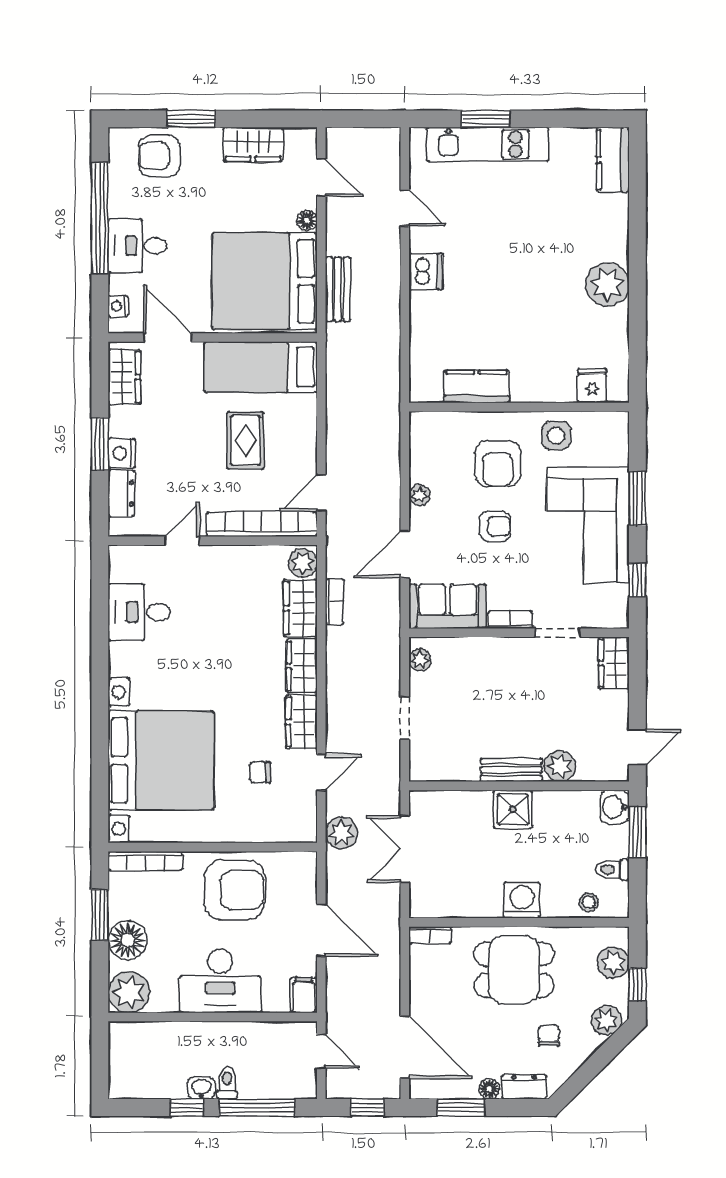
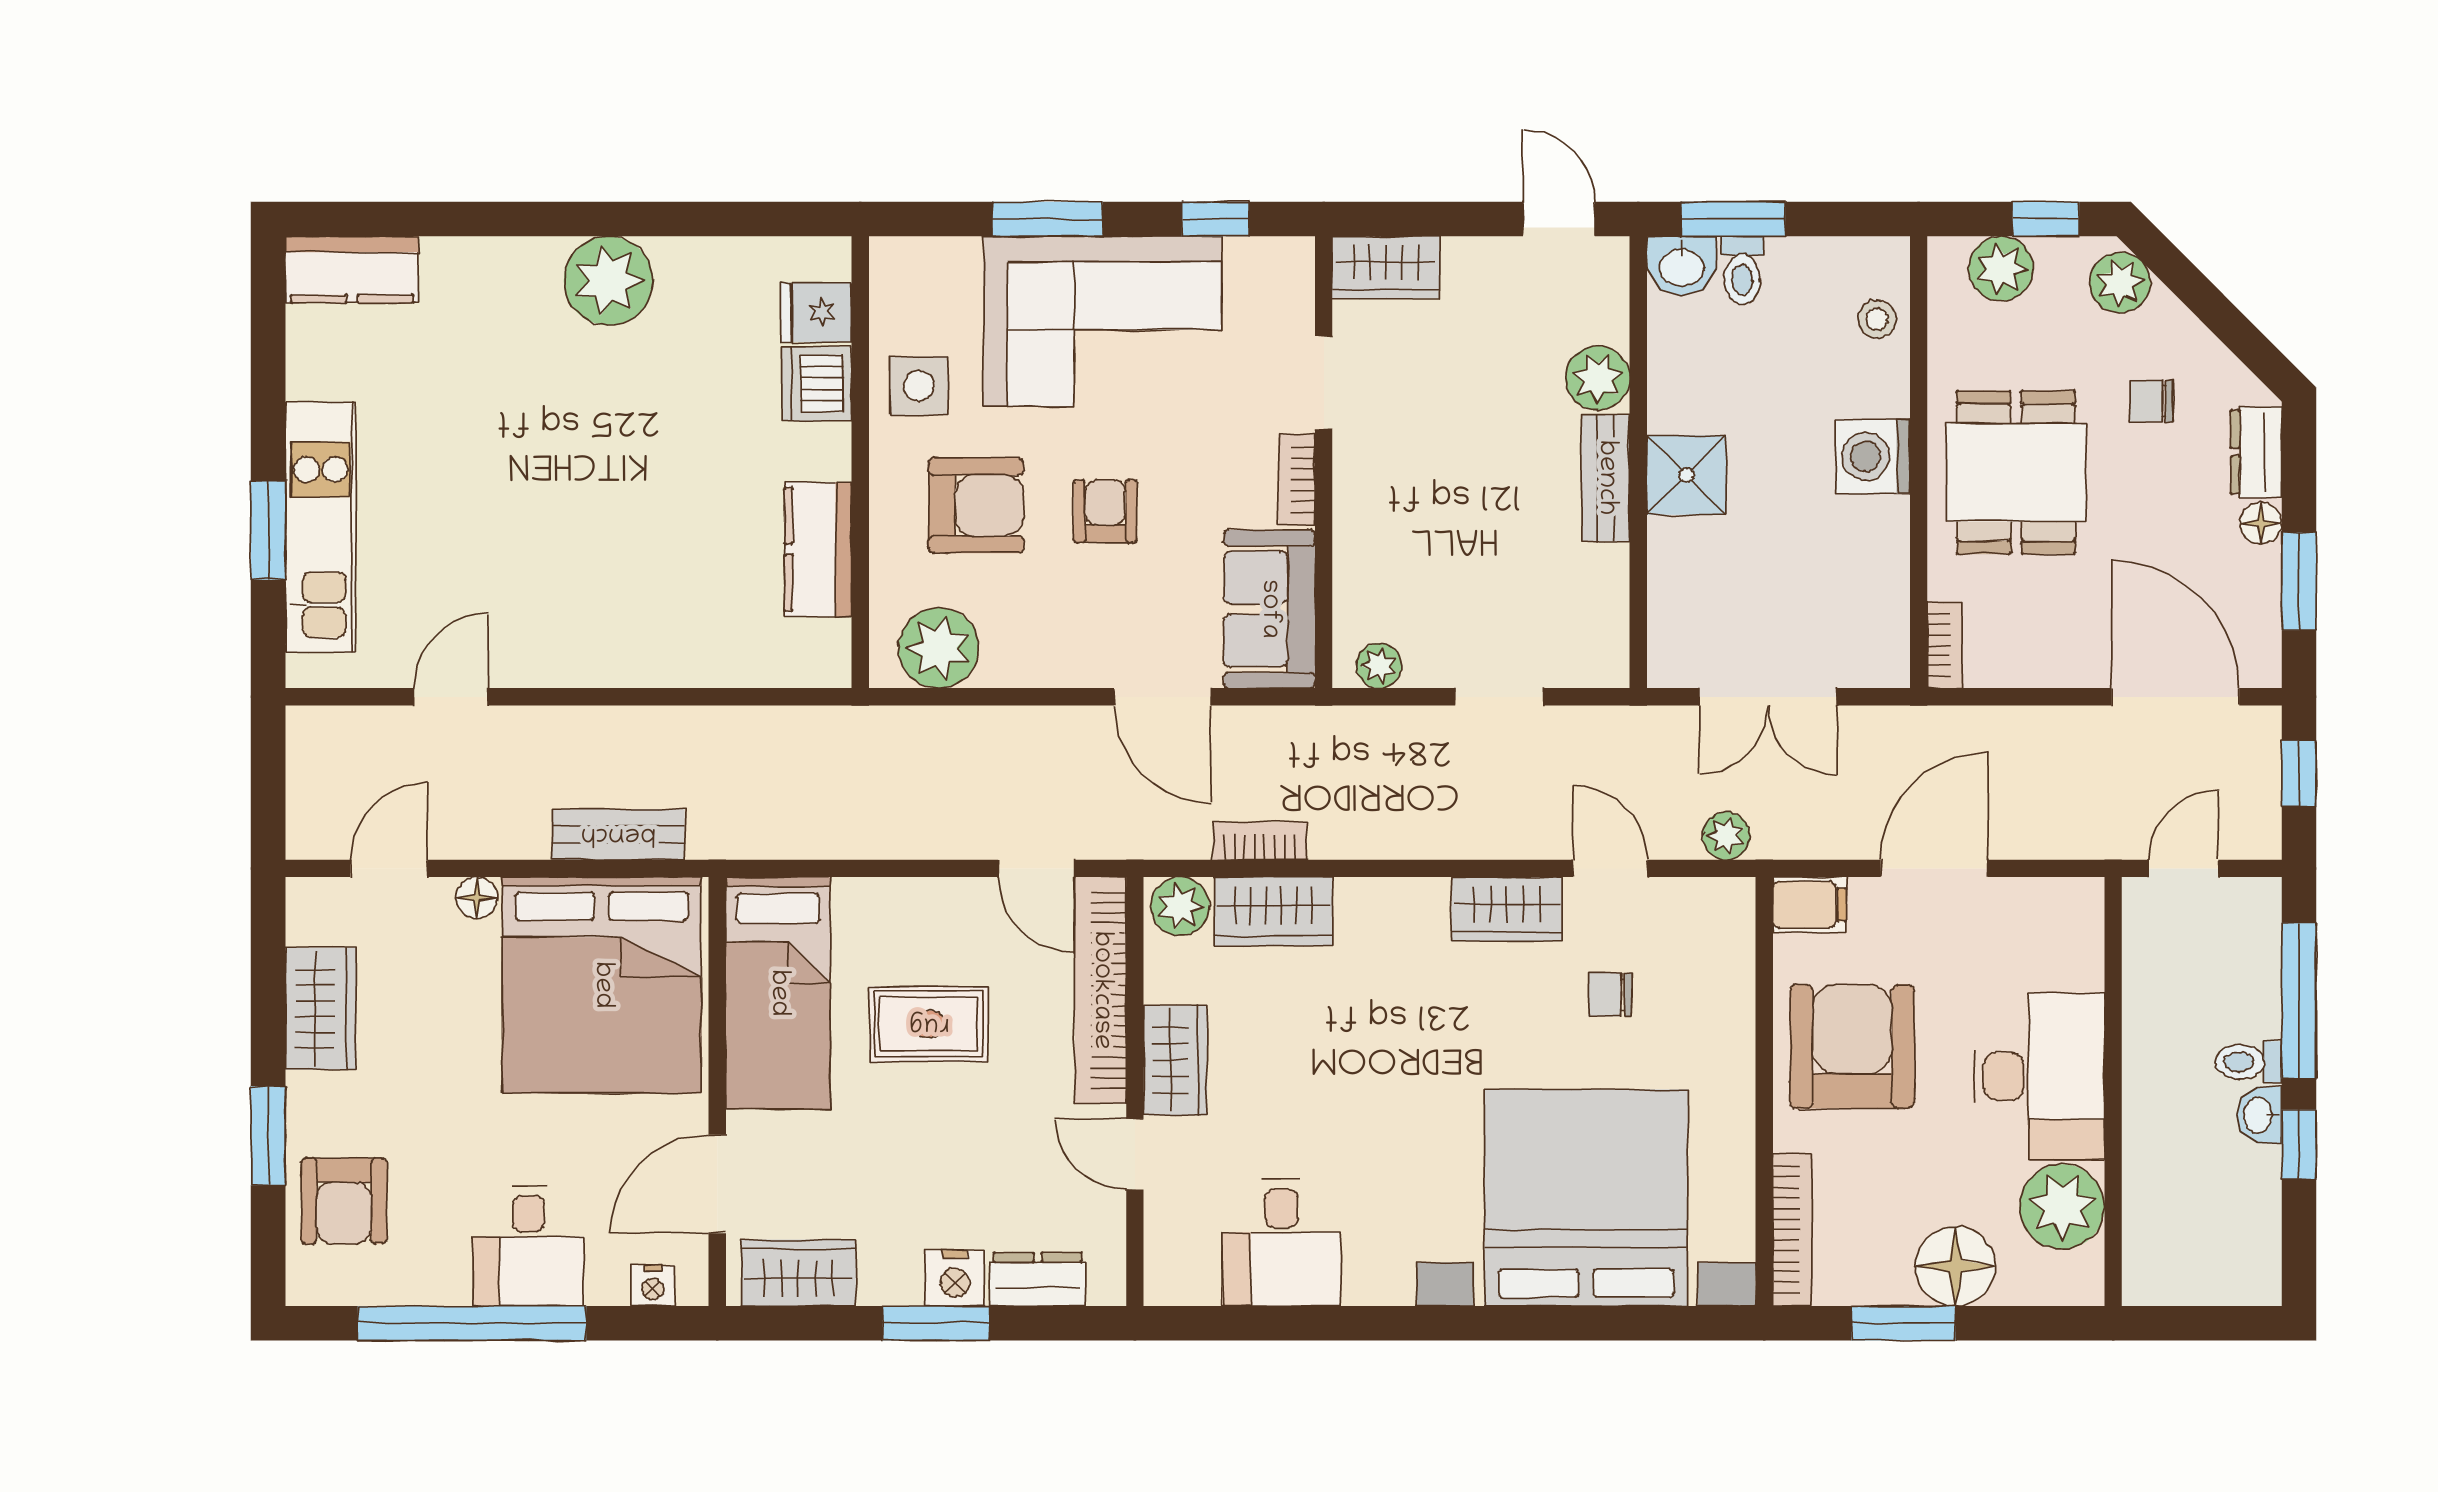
dishwasher: (426, 272) -> (817, 384), moved, turned -90
plant: (419, 495) -> (939, 648), moved, width x1.88, depth x1.88
wardrobe: (302, 666) -> (1175, 1060), moved, turned -90
chair: (260, 772) -> (1610, 995), turned 90
plant: (341, 833) -> (1726, 836), width x0.73, depth x0.73
toilet: (612, 870) -> (1742, 270), moved
plant: (129, 992) -> (2062, 1207), moved
filing cabinet: (304, 995) -> (1809, 905), moved, turned 180
door: (405, 1047) -> (2175, 697), hinge flipped

